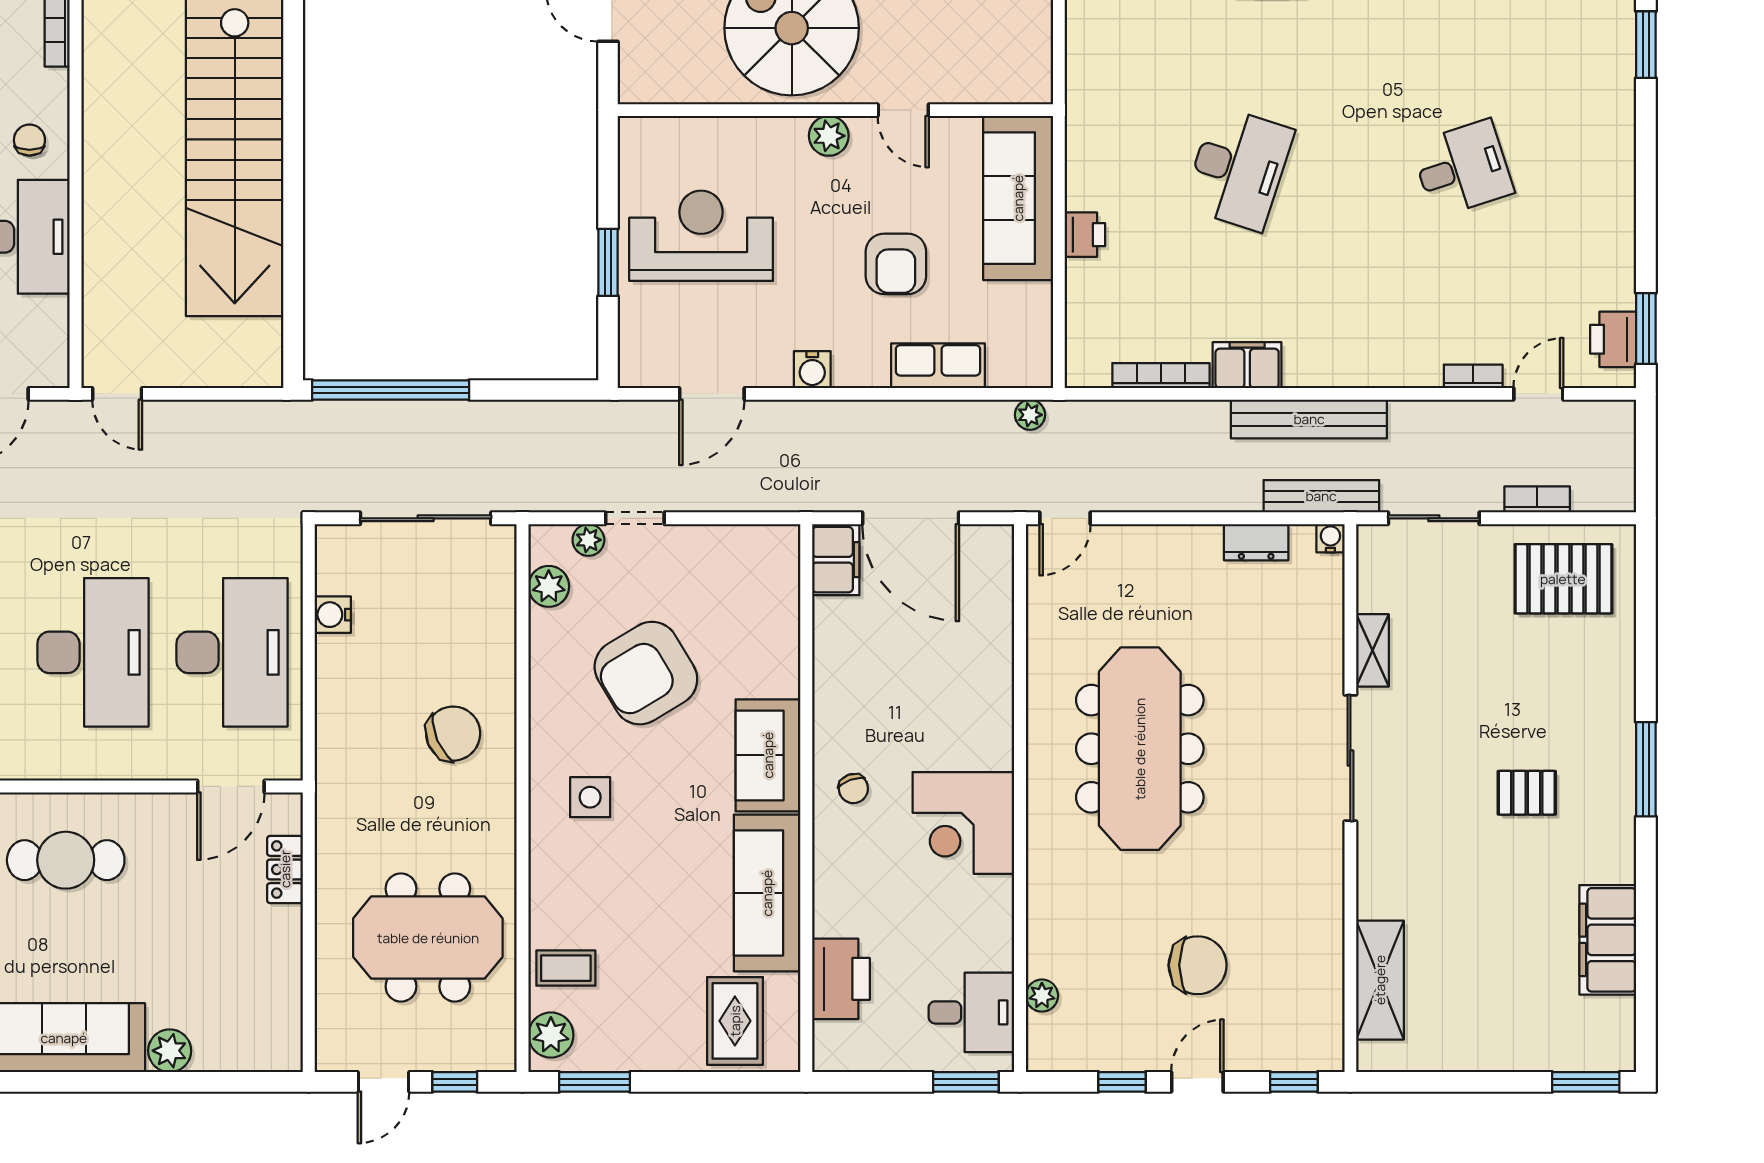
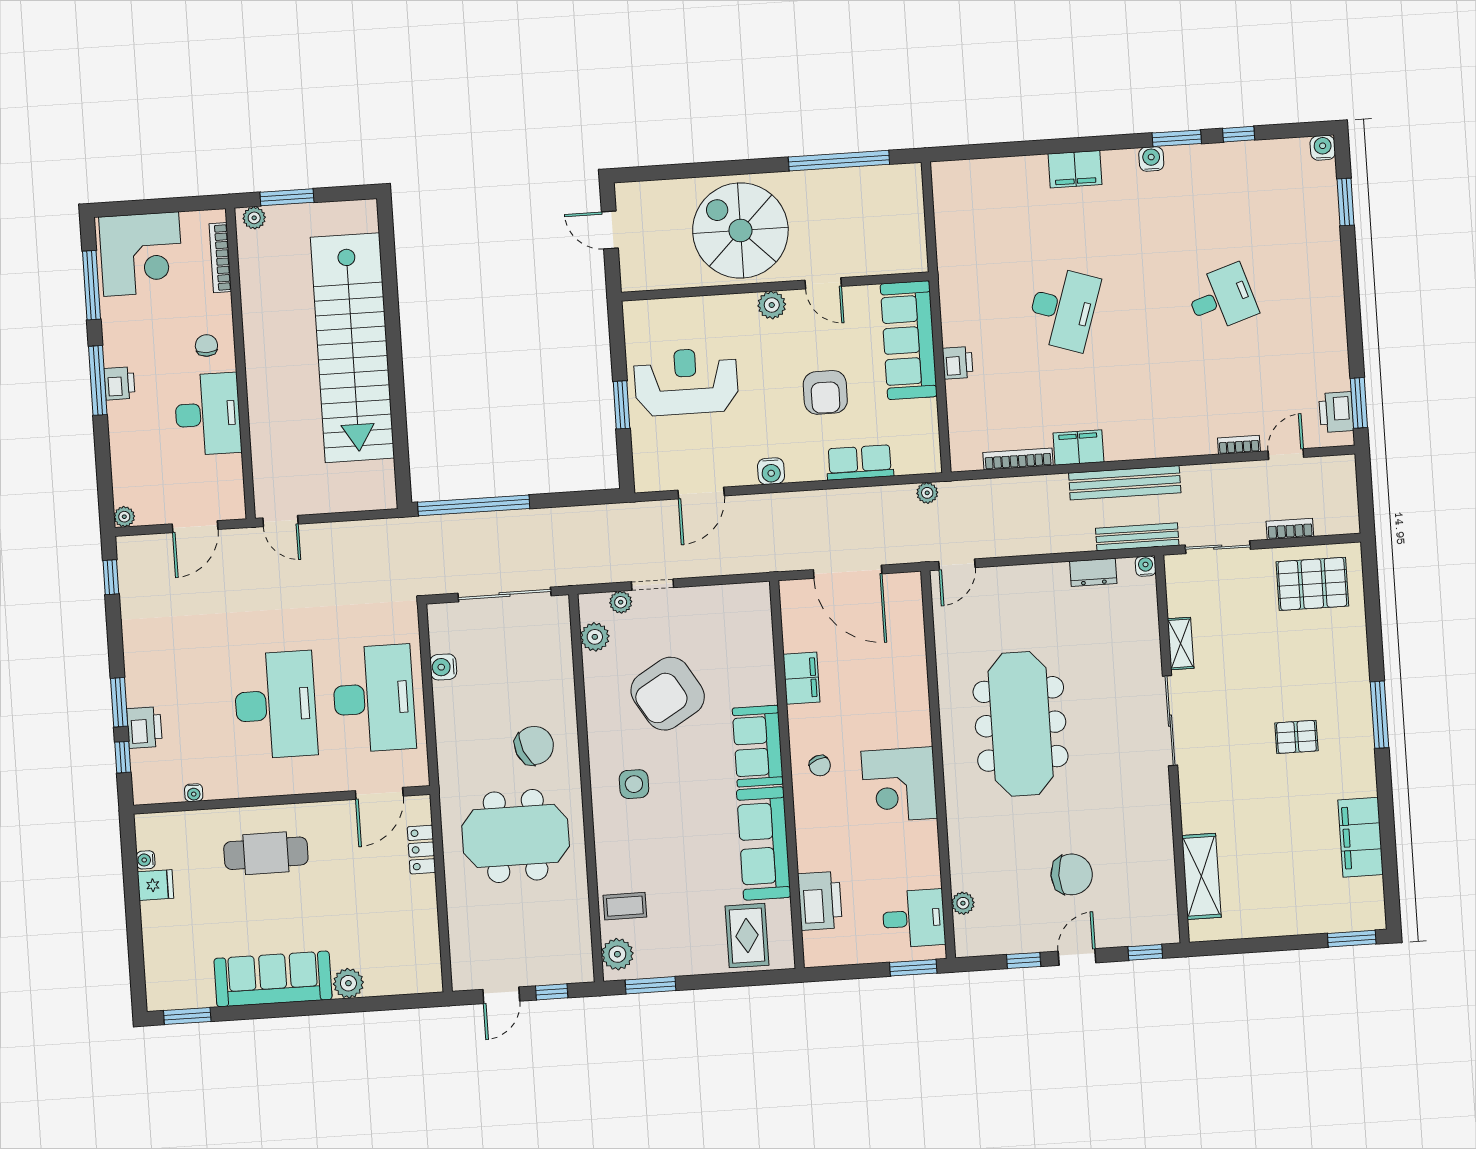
filing cabinet: (836, 560) -> (802, 678), moved
meeting table: (428, 938) -> (516, 836), moved

